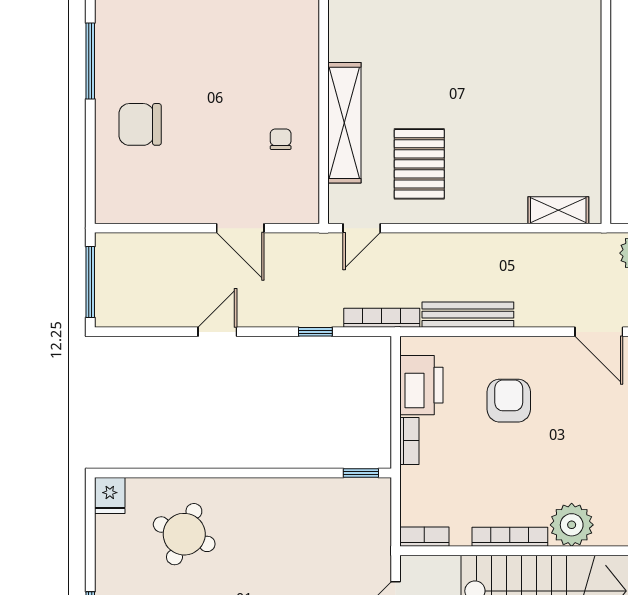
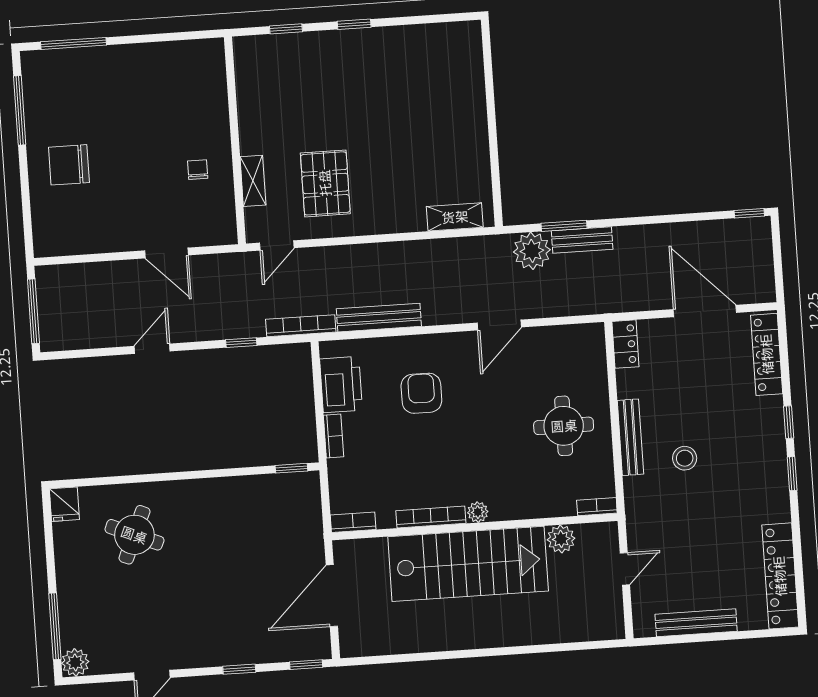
shelving: (344, 123) -> (253, 181), width x0.45, depth x0.75
door: (599, 332) -> (499, 325), hinge flipped
plant: (572, 525) -> (478, 512), width x0.53, depth x0.53

